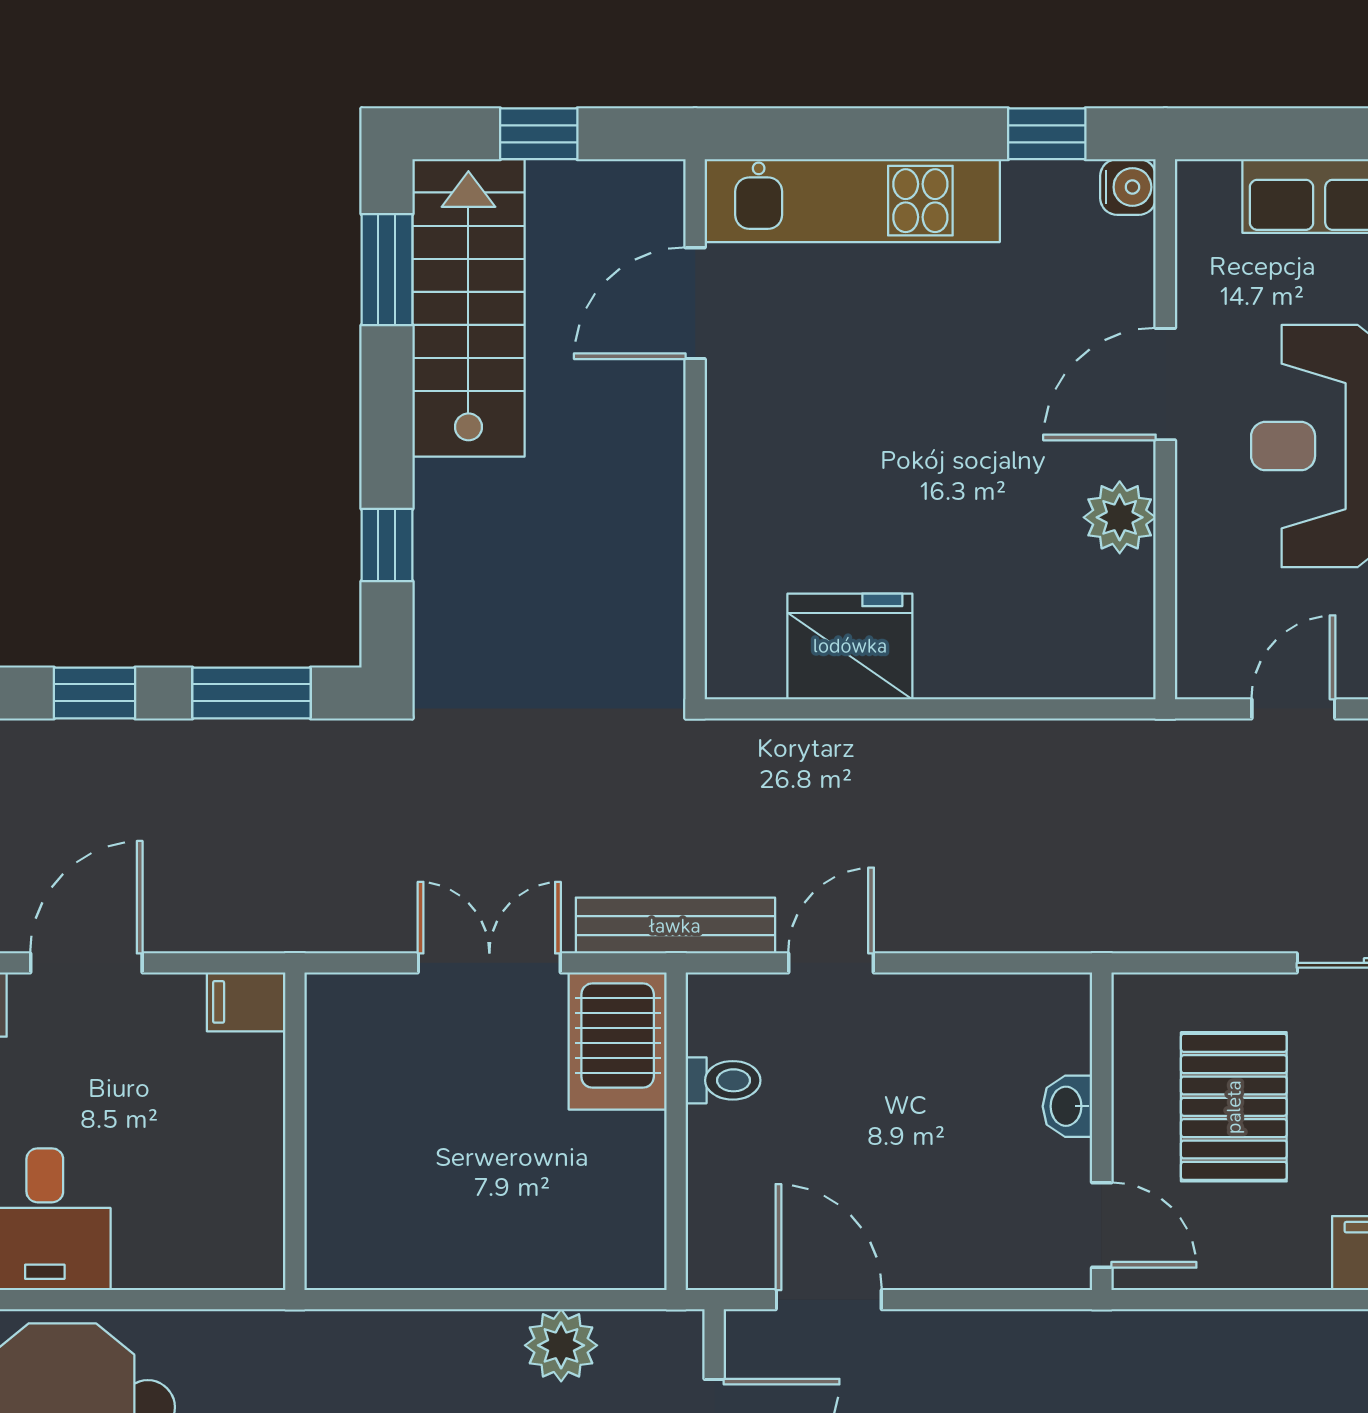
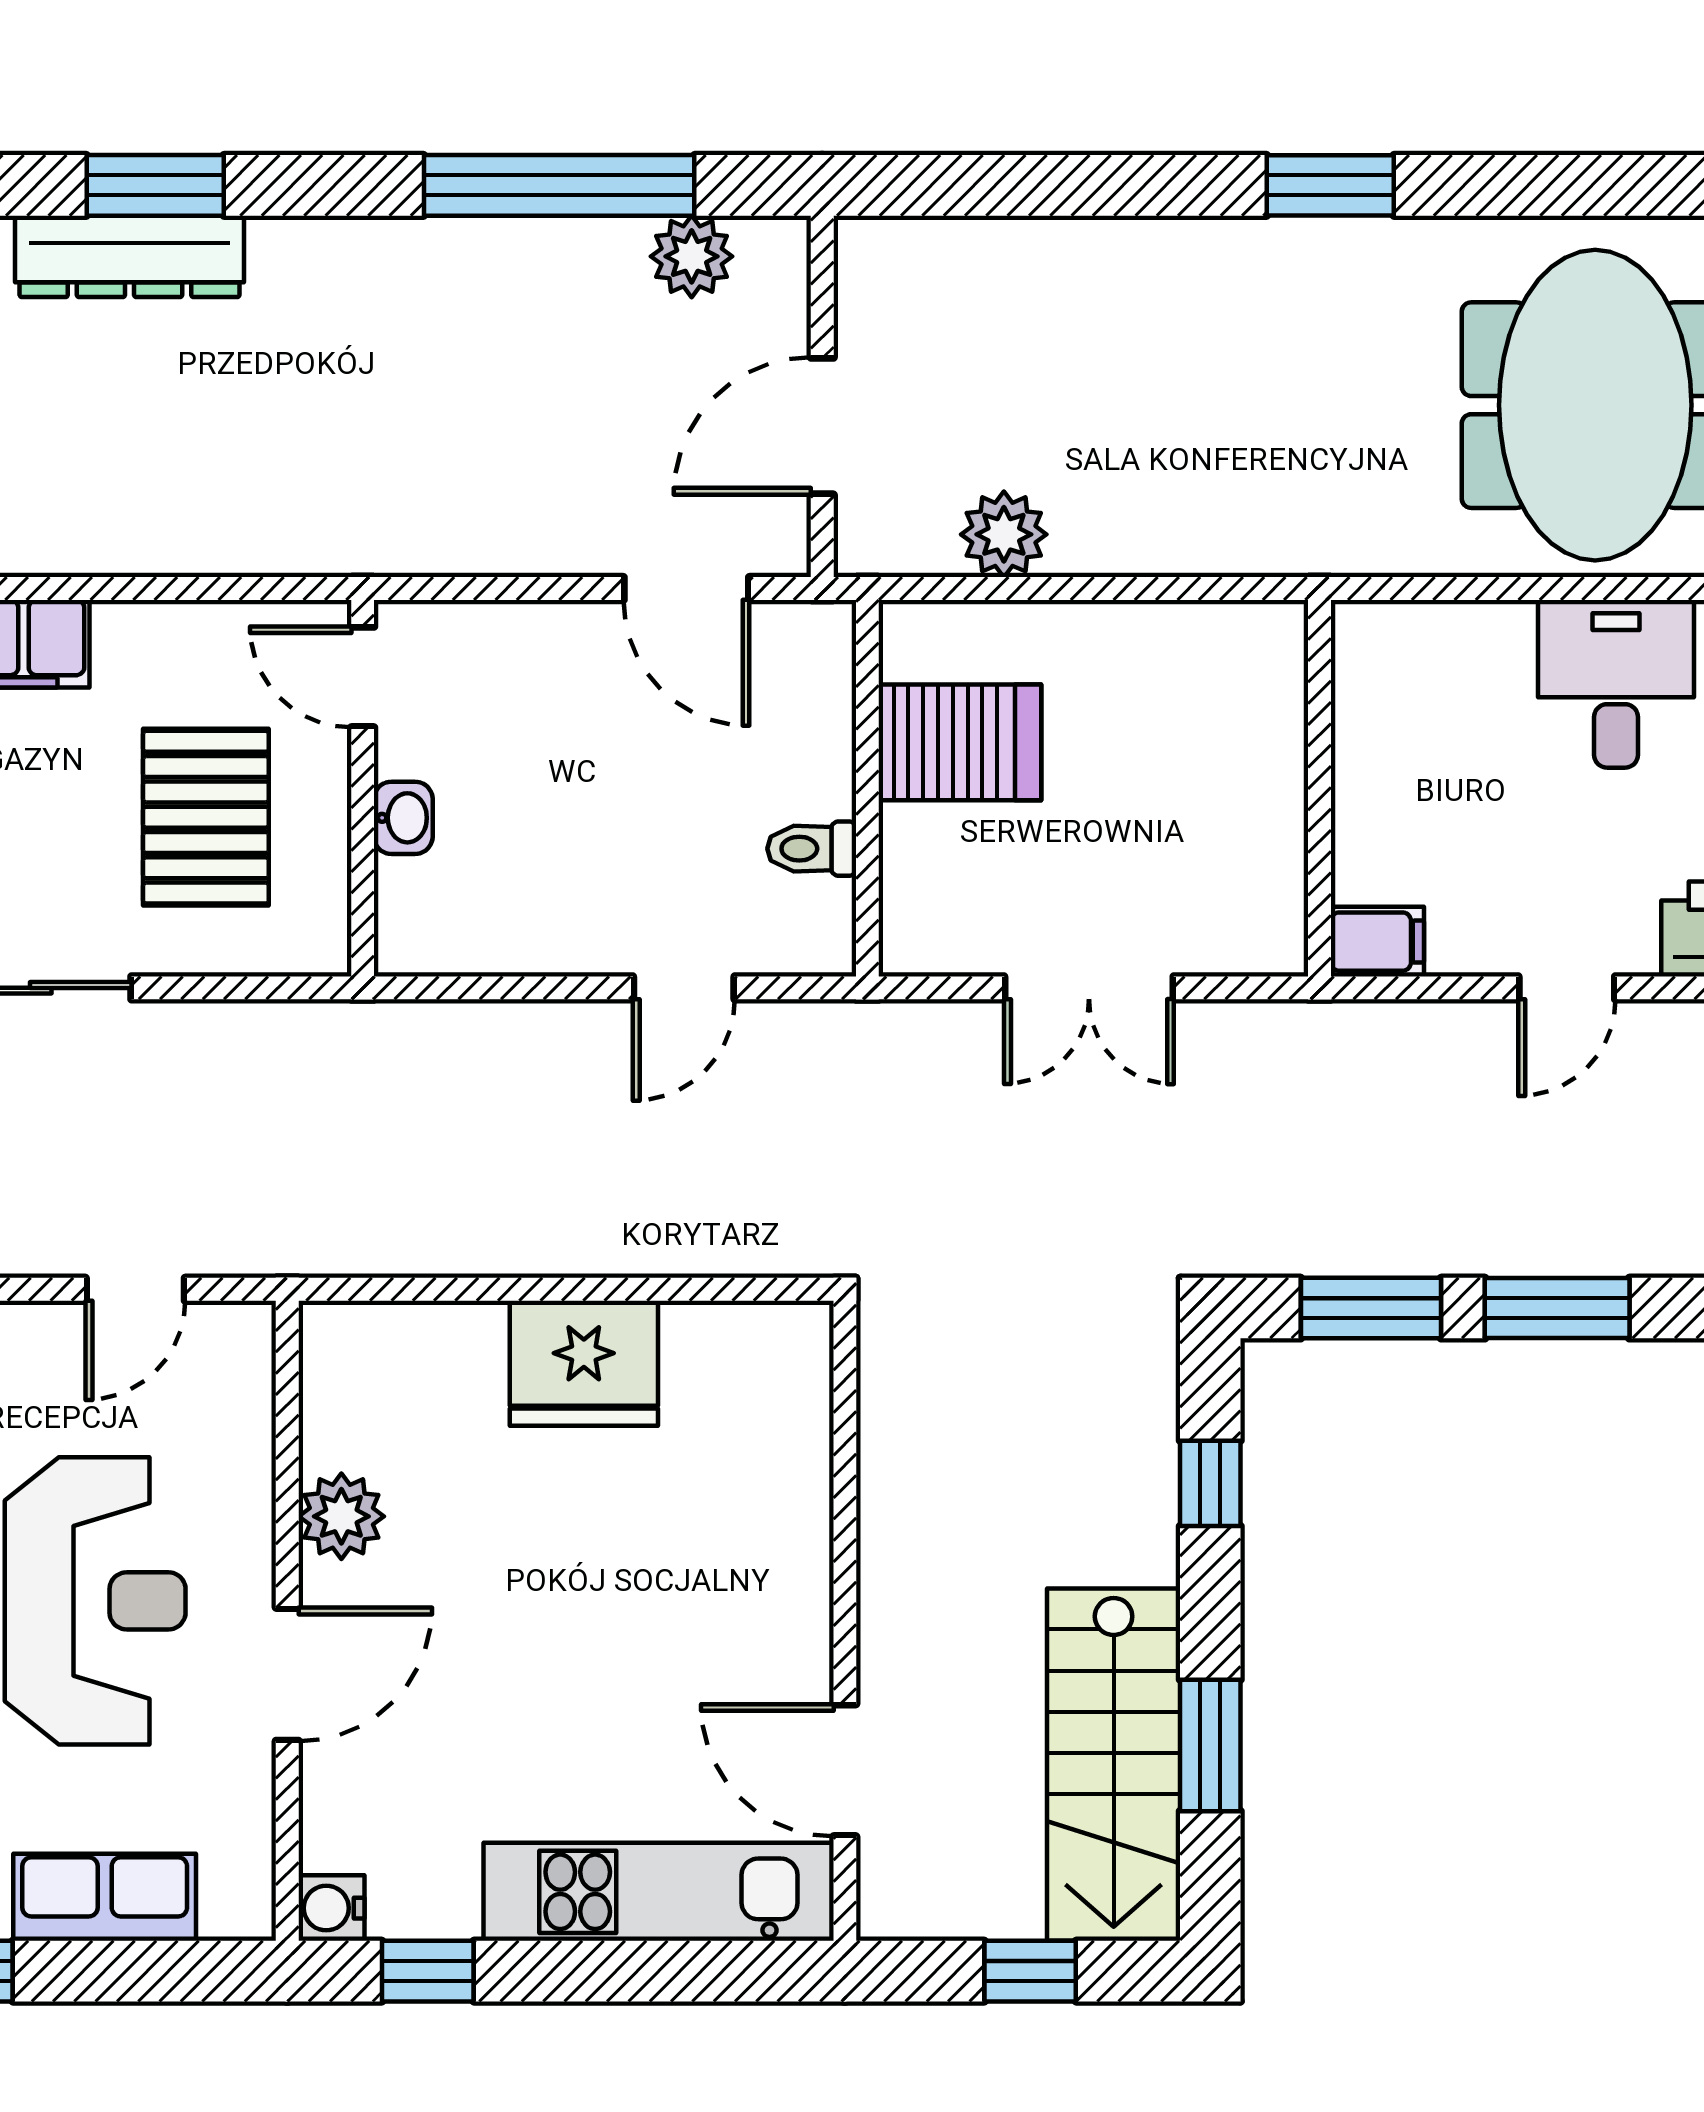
window: (387, 270) -> (1210, 1745), moved
door: (695, 303) -> (845, 1770), swing flipped
fridge: (850, 646) -> (584, 1363), moved
window: (94, 693) -> (1557, 1308), width x1.50
bench: (675, 926) -> (868, 1032), removed
door: (86, 963) -> (1567, 988), width x0.73
server rack: (618, 1041) -> (960, 742), moved, turned 90

